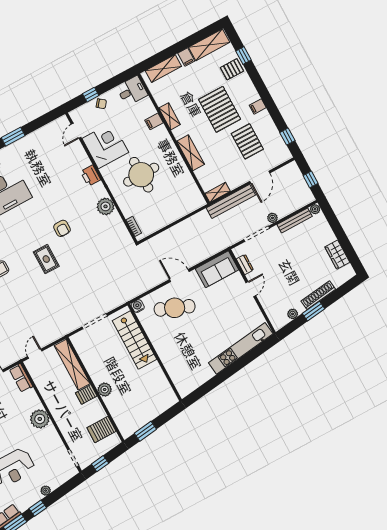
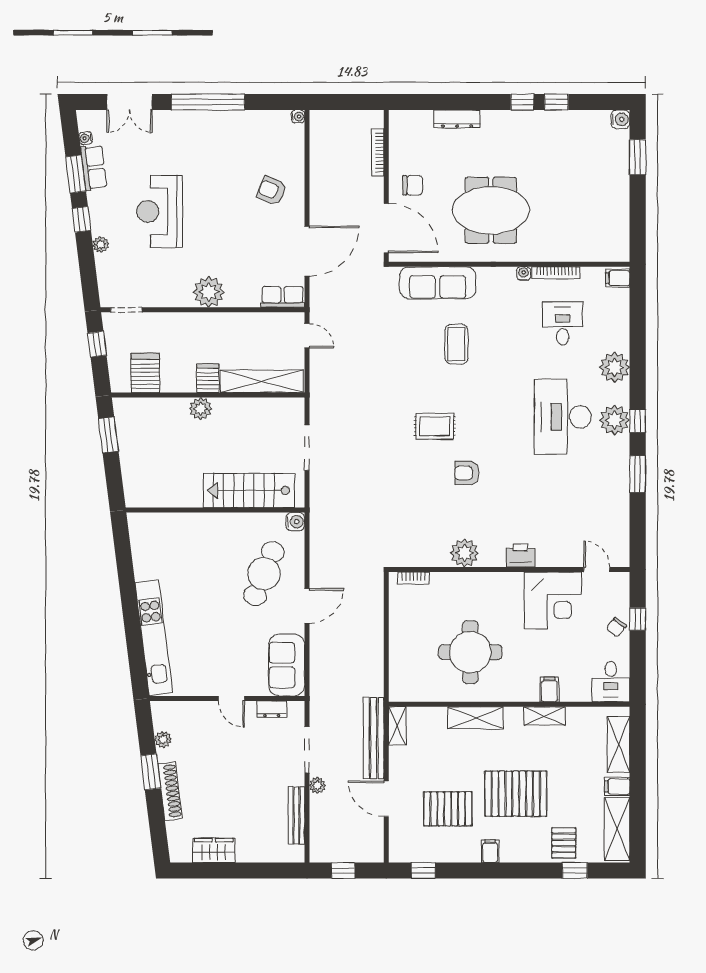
round table: (141, 175) -> (470, 652), moved
plant: (315, 209) -> (297, 854), removed

